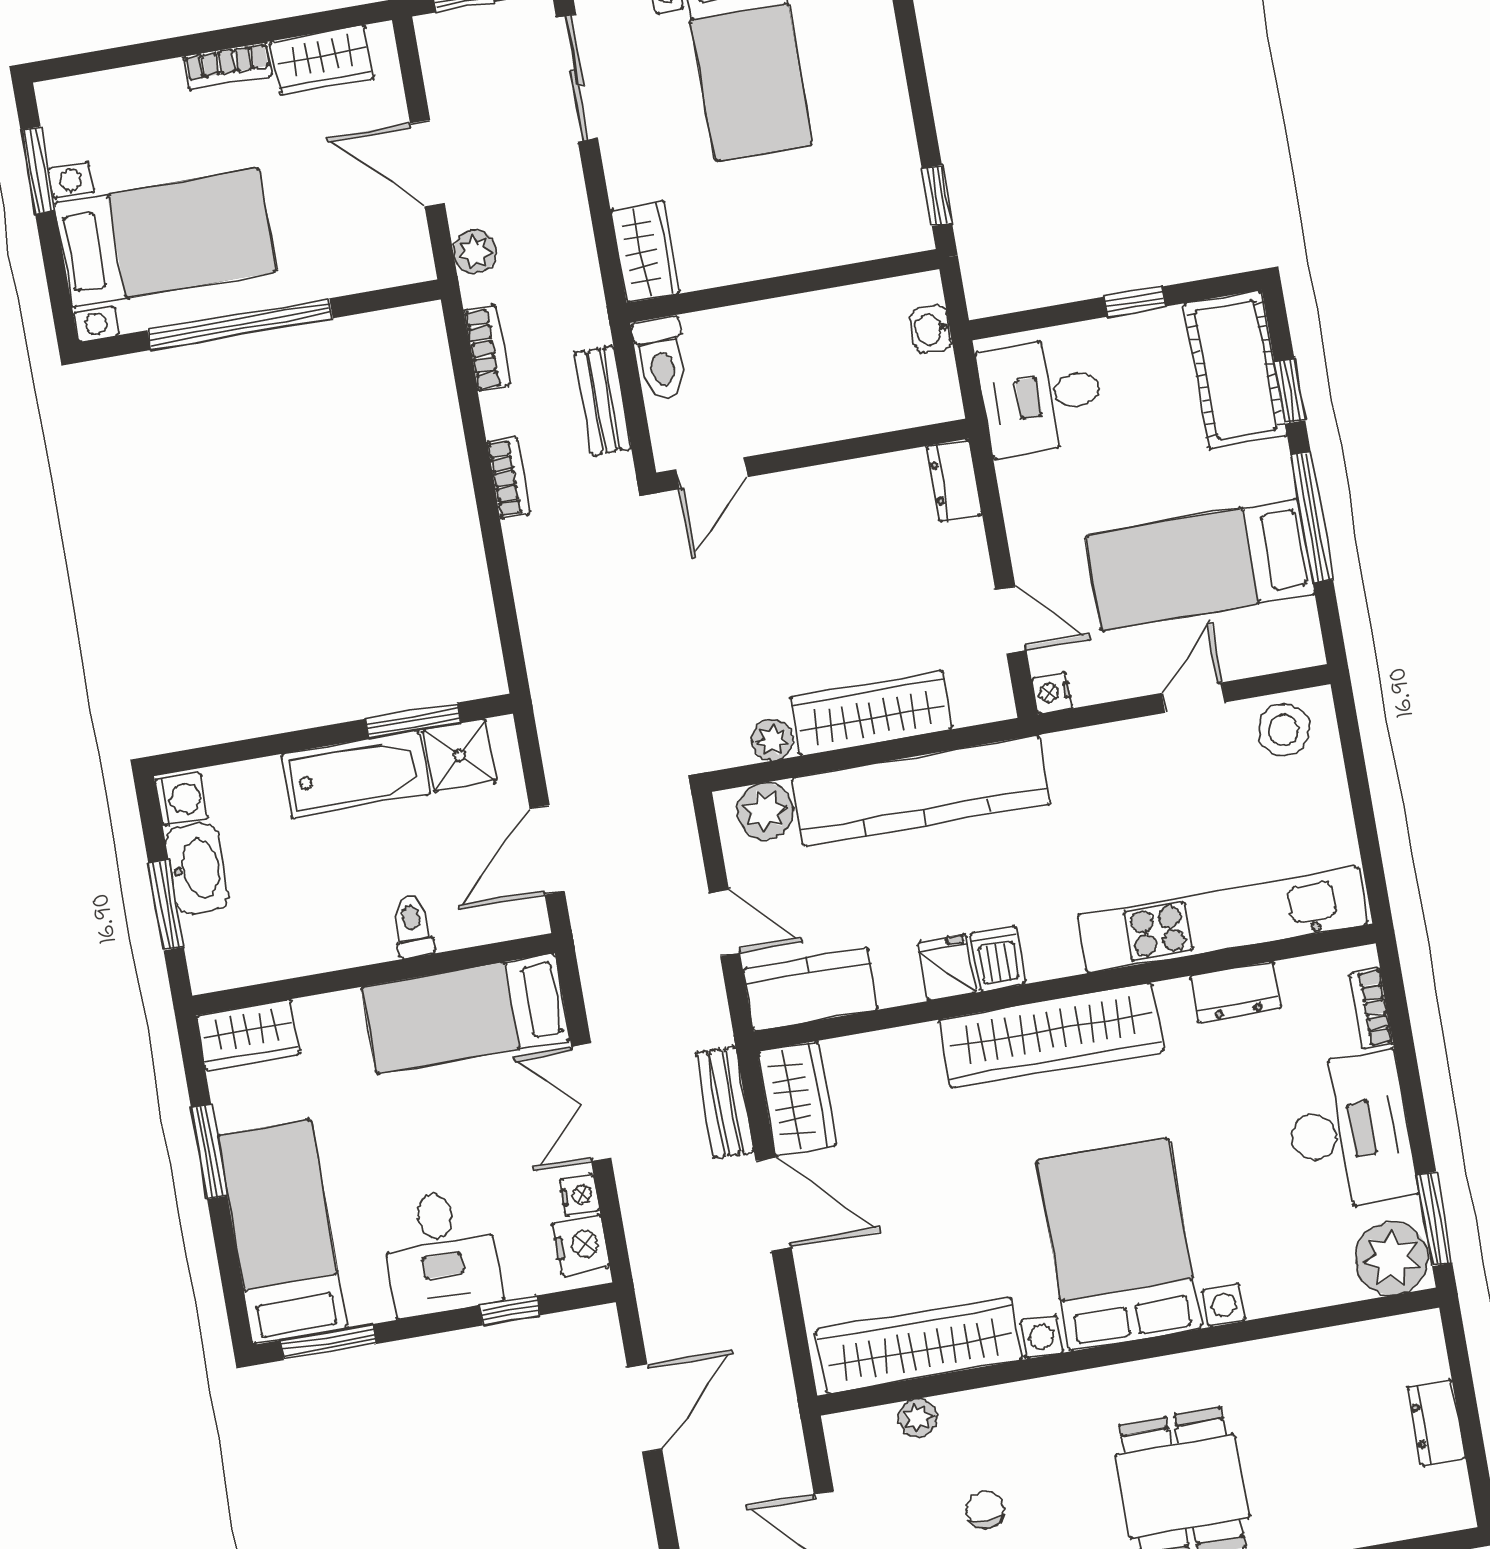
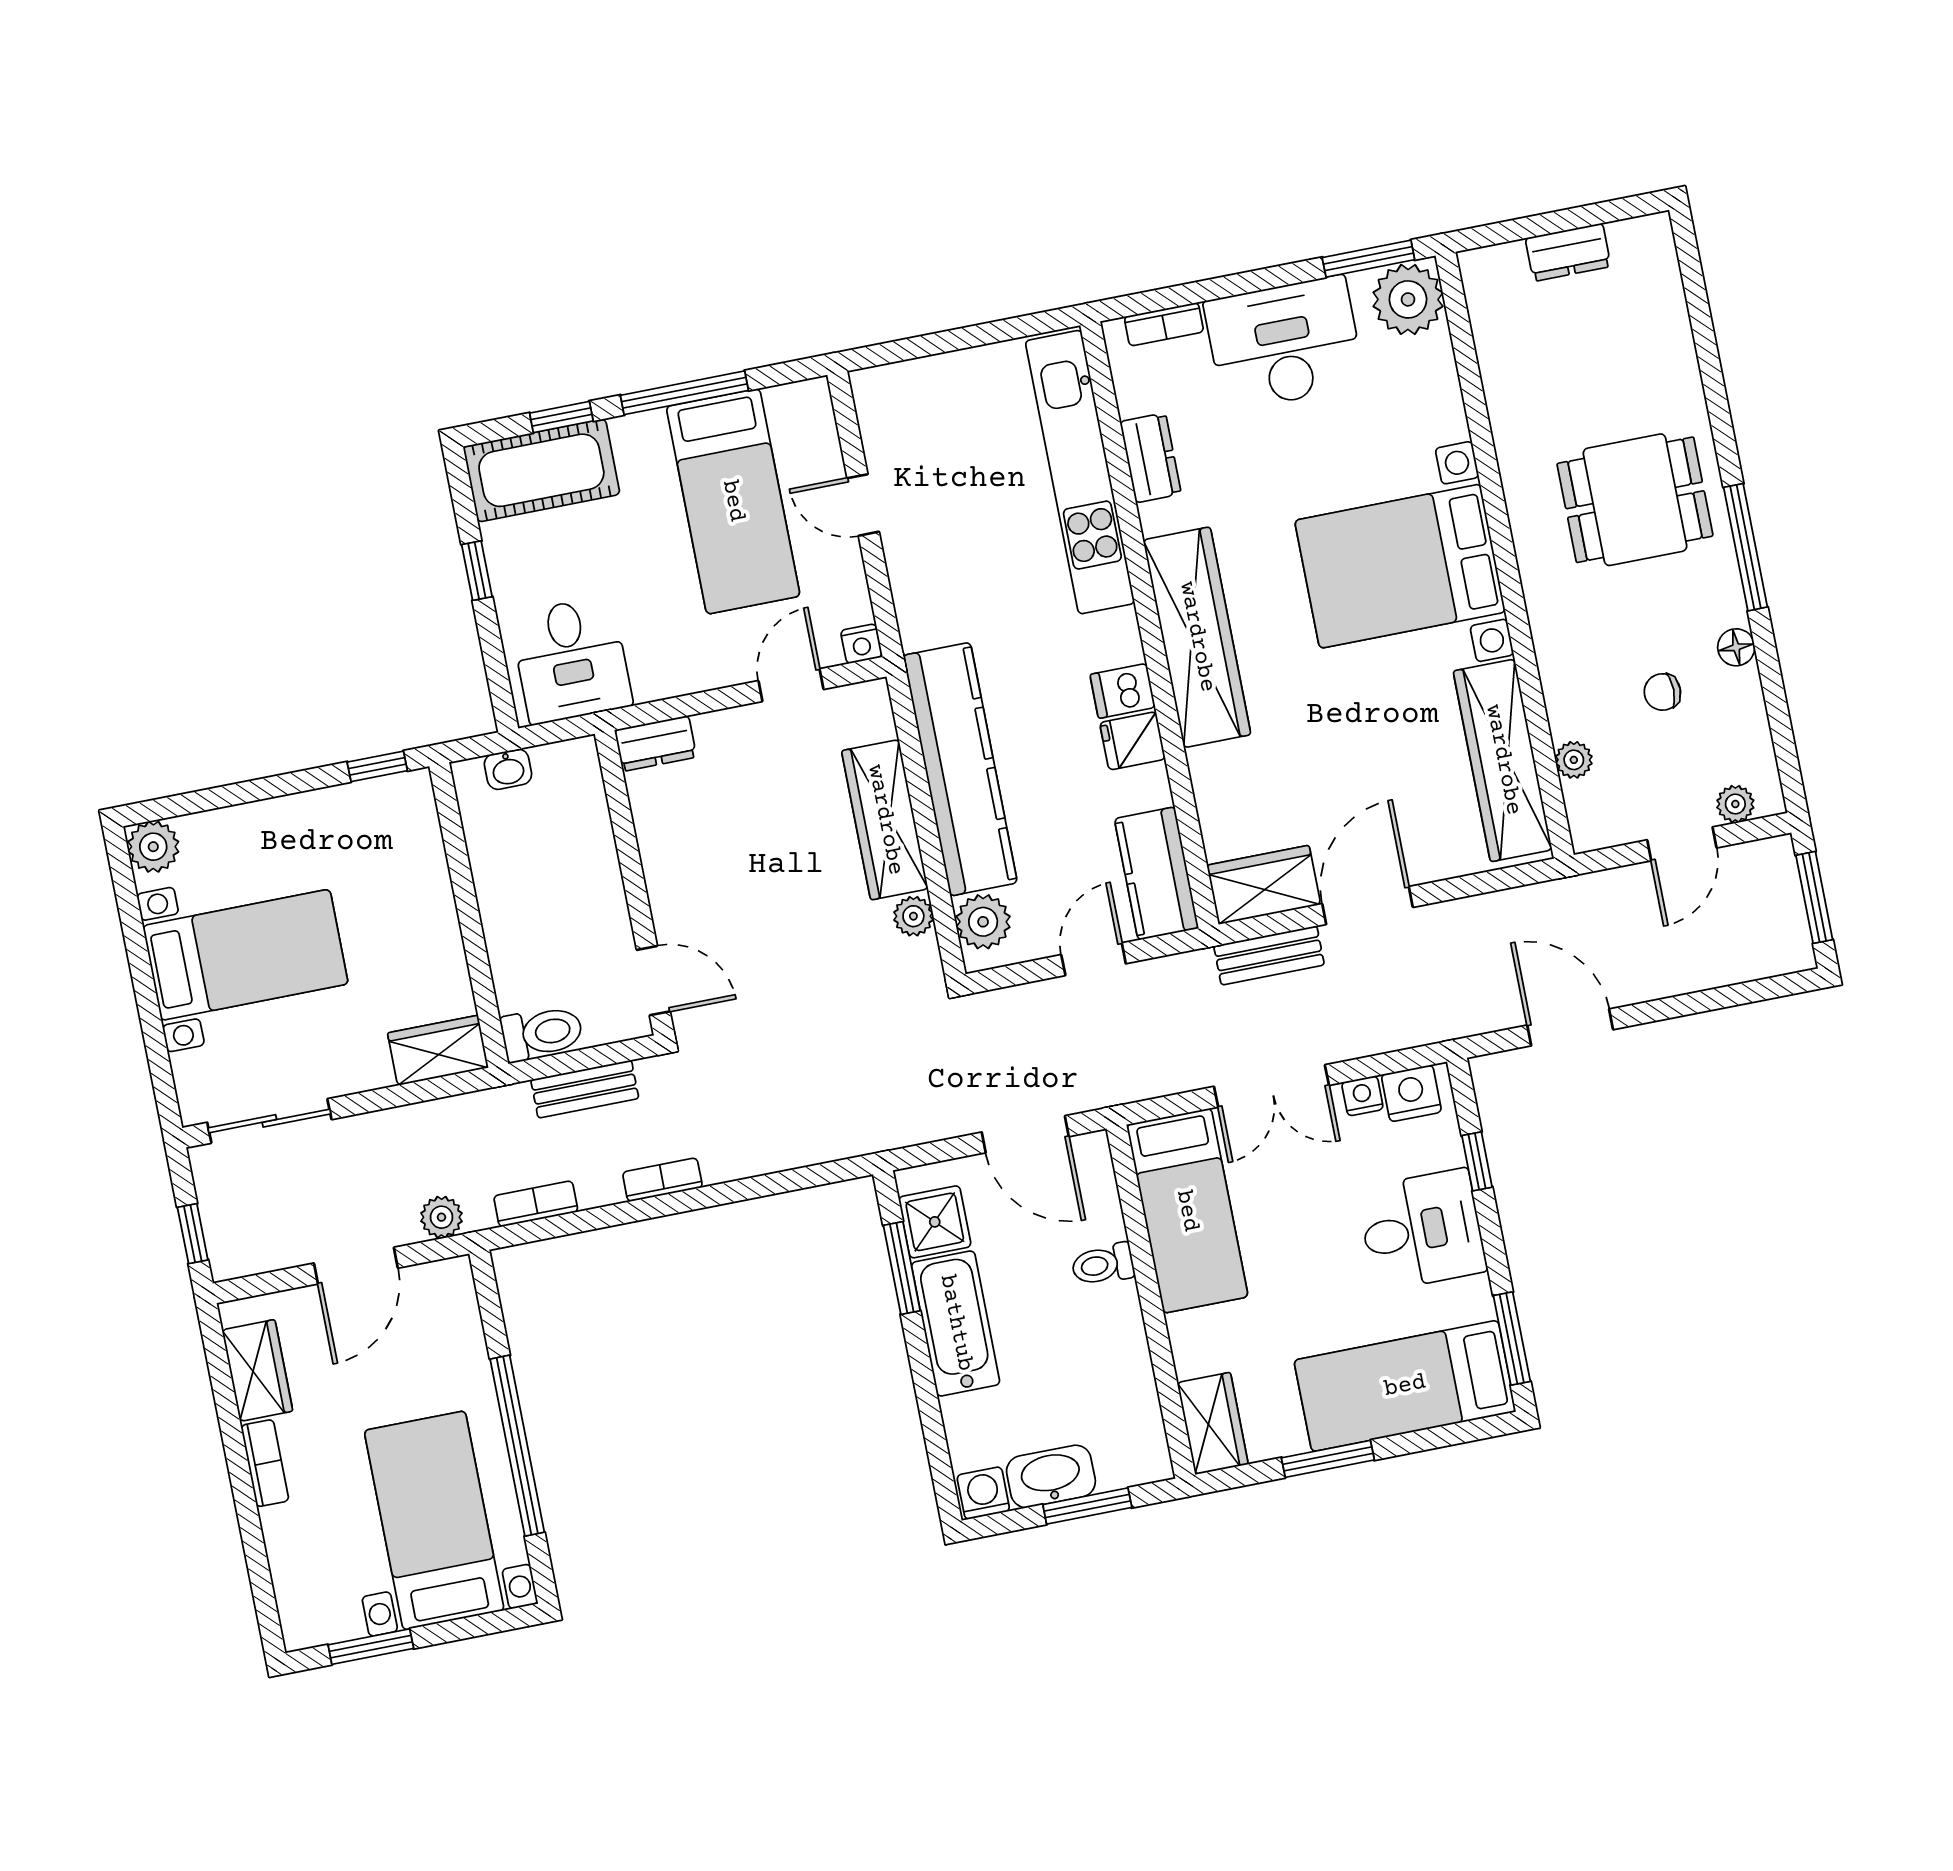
stool: (1284, 730) -> (893, 416), removed

